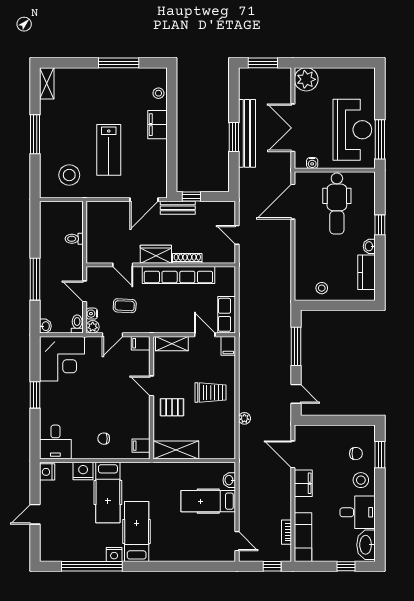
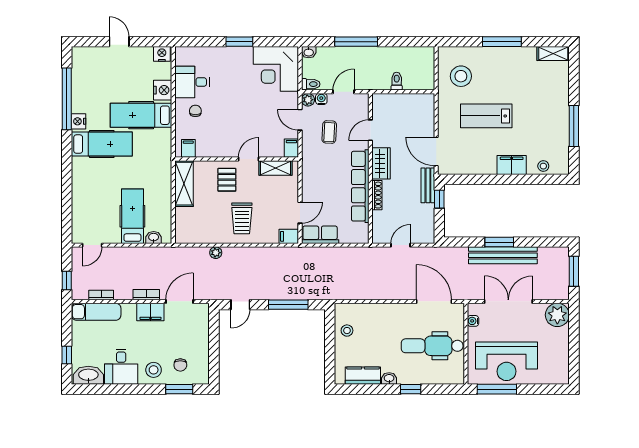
shelving: (172, 344) -> (275, 168), moved, turned 90
desk: (55, 442) -> (192, 82), moved
bookcase: (286, 487) -> (146, 295), added

